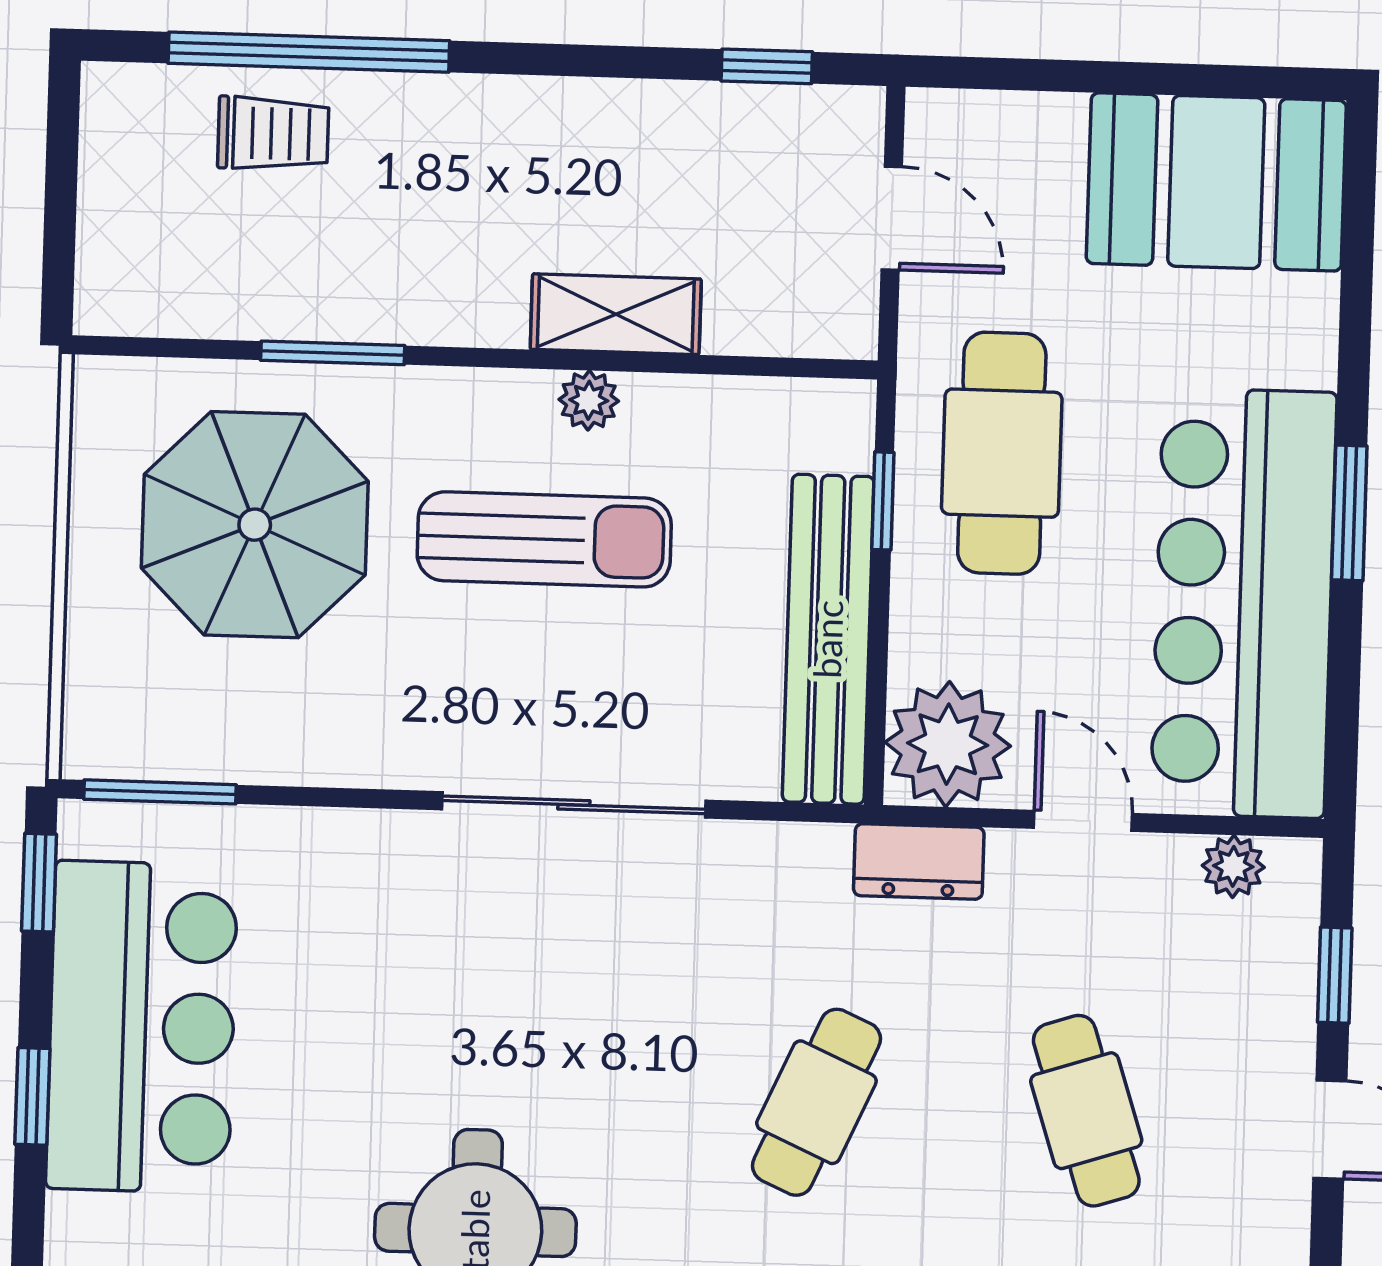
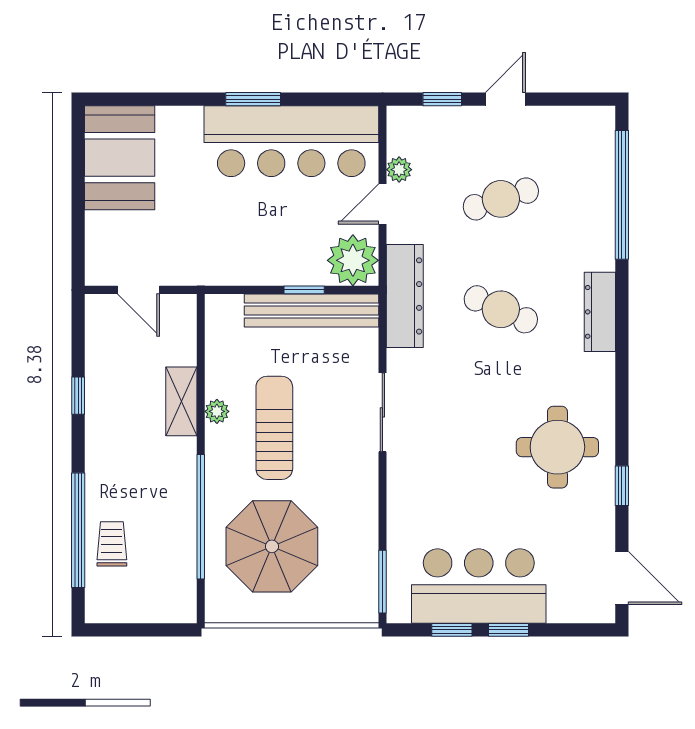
window: (767, 66) -> (78, 396), moved
door: (892, 218) -> (138, 290), swing flipped
window: (333, 353) -> (201, 517), width x2.11
cafe table: (1002, 453) -> (233, 242), removed
window: (883, 501) -> (304, 290), moved
sliding door: (574, 805) -> (382, 412), width x0.73
dresser: (919, 861) -> (405, 296), width x1.96, depth x1.24
plant: (1233, 866) -> (399, 170), moved
window: (39, 883) -> (452, 630), moved

